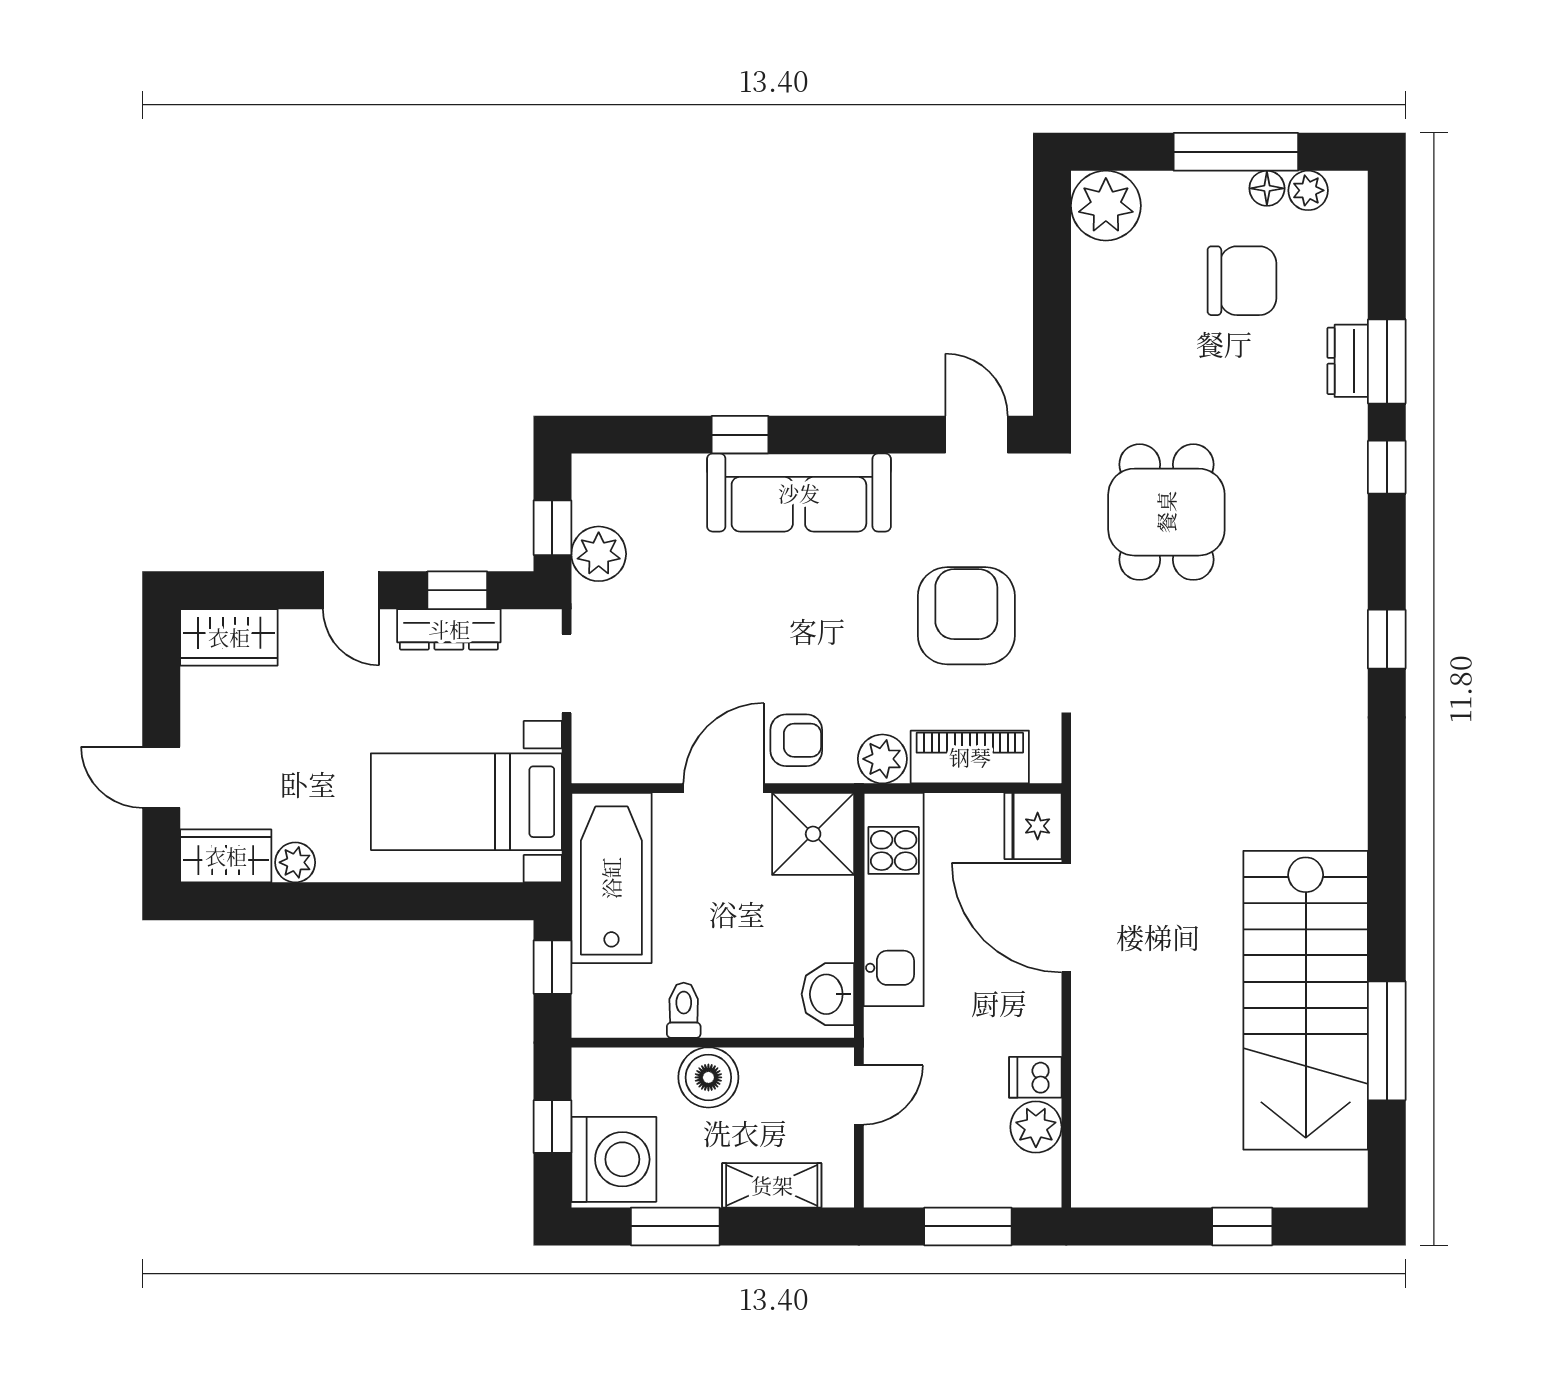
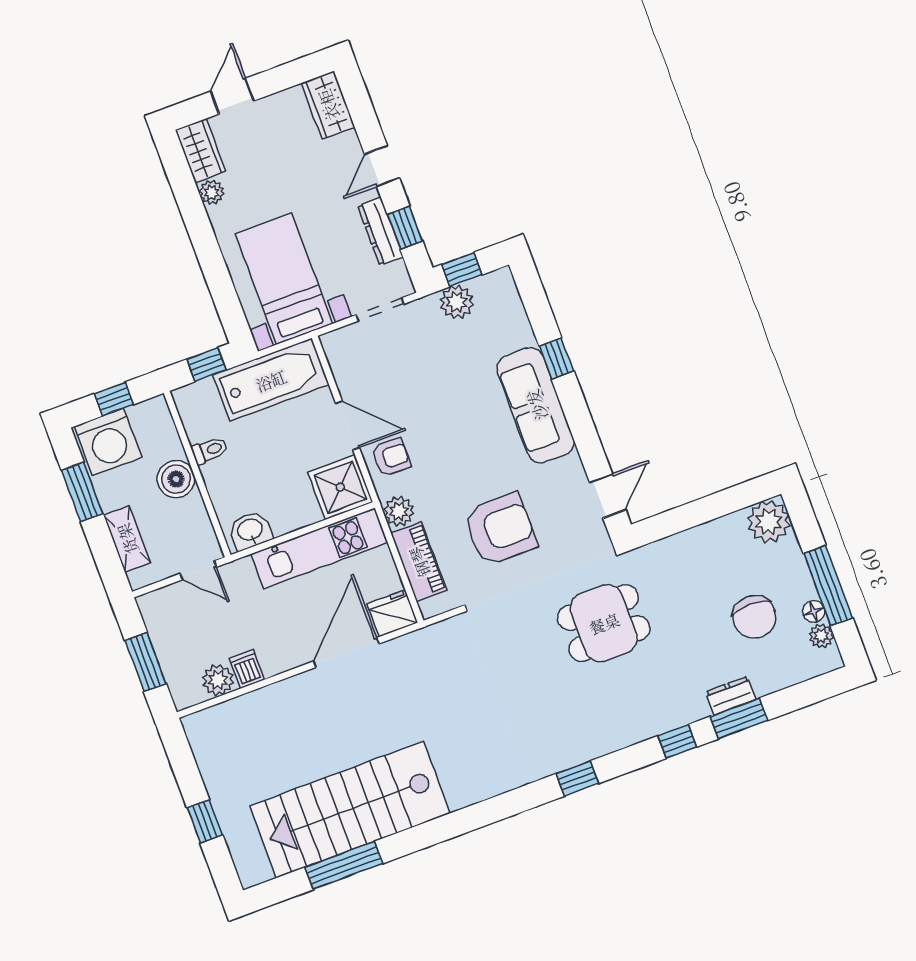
armchair: (796, 740) -> (391, 457), turned -90

